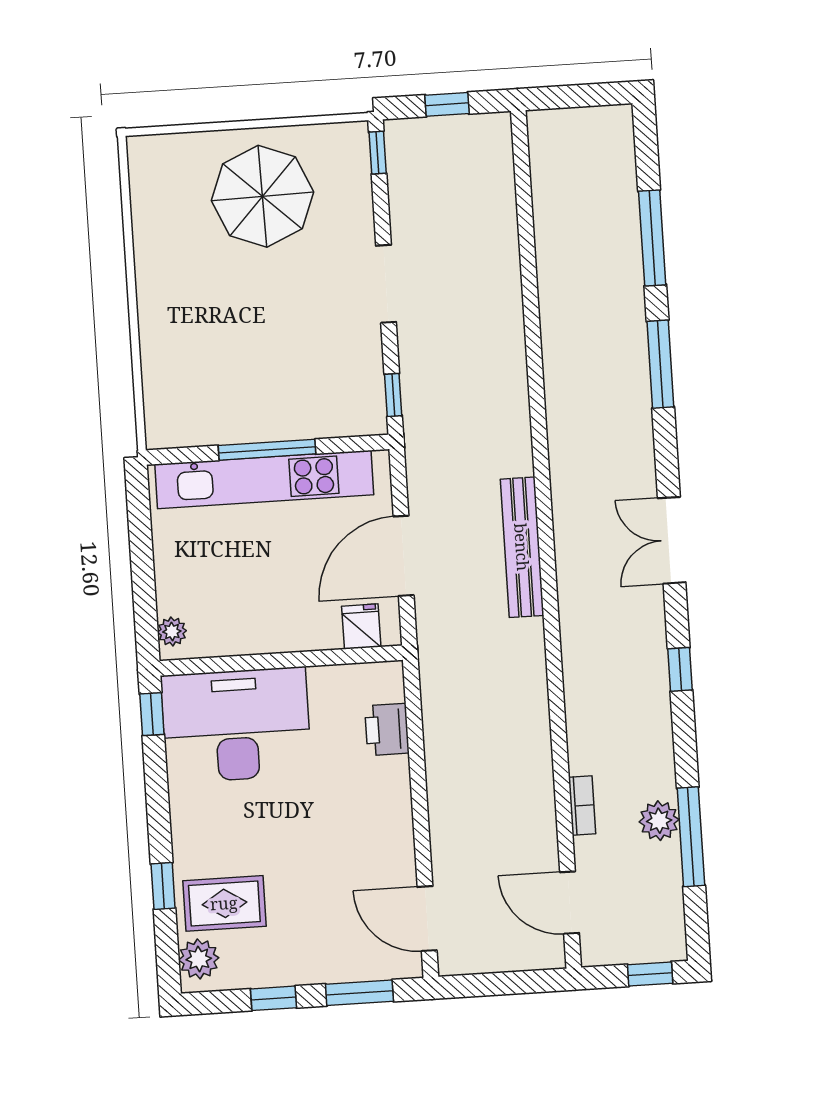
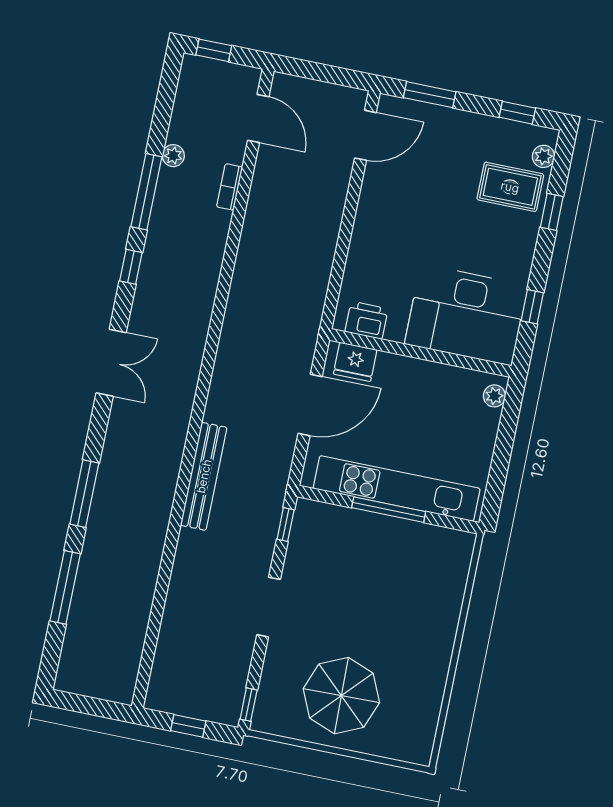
bench: (522, 547) -> (204, 476), moved
fridge: (361, 626) -> (355, 362), width x1.38
window: (152, 714) -> (532, 307), moved
printer: (387, 729) -> (367, 320), moved, turned -90
plant: (659, 821) -> (173, 156), width x0.73, depth x0.73
window: (691, 837) -> (146, 192), moved
door: (427, 919) -> (365, 135), hinge flipped
plant: (199, 959) -> (543, 156), width x0.73, depth x0.73
window: (273, 998) -> (517, 113), moved

